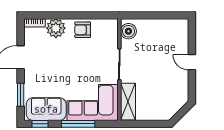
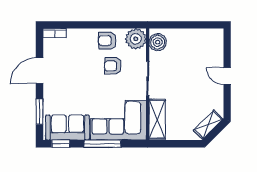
plant: (56, 28) -> (136, 39), moved
armchair: (88, 53) -> (113, 66), added
shelving: (175, 107) -> (208, 125), added

